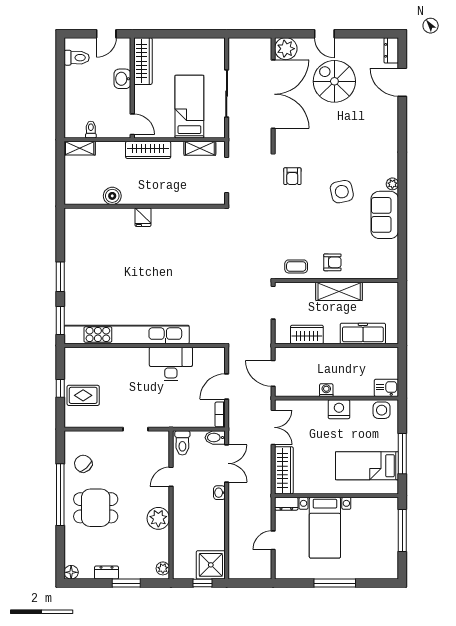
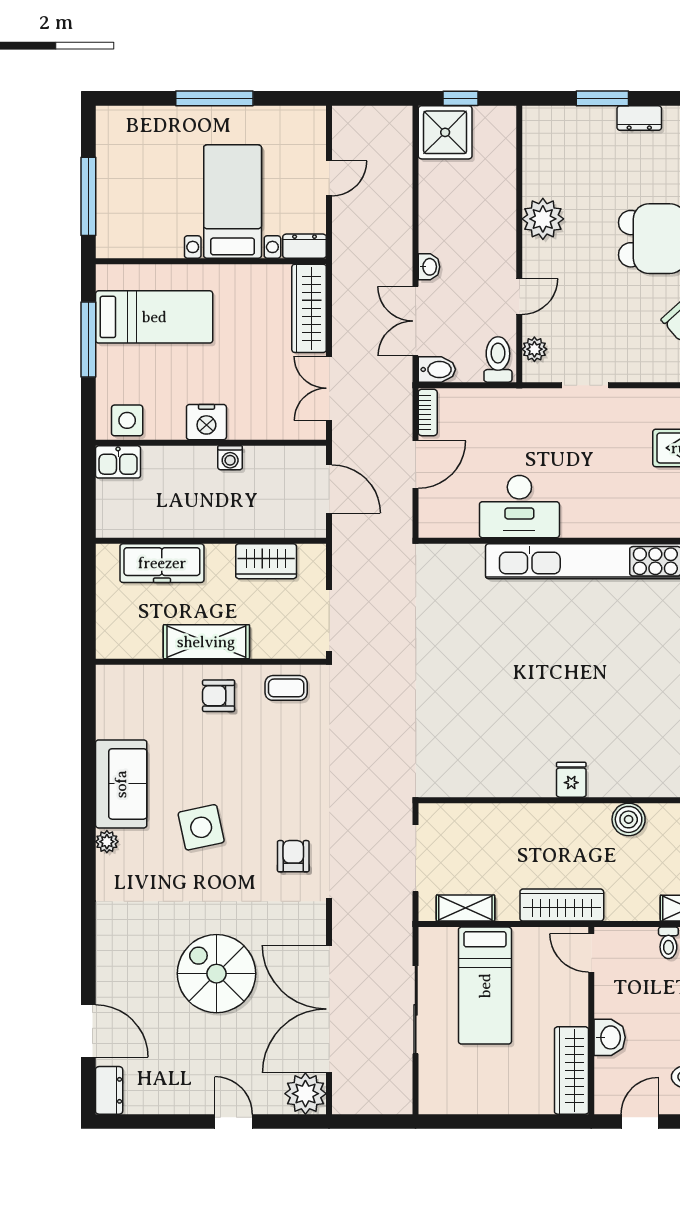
spiral stairs: (334, 81) -> (216, 974), moved, turned 180
plant: (163, 568) -> (534, 349), moved

